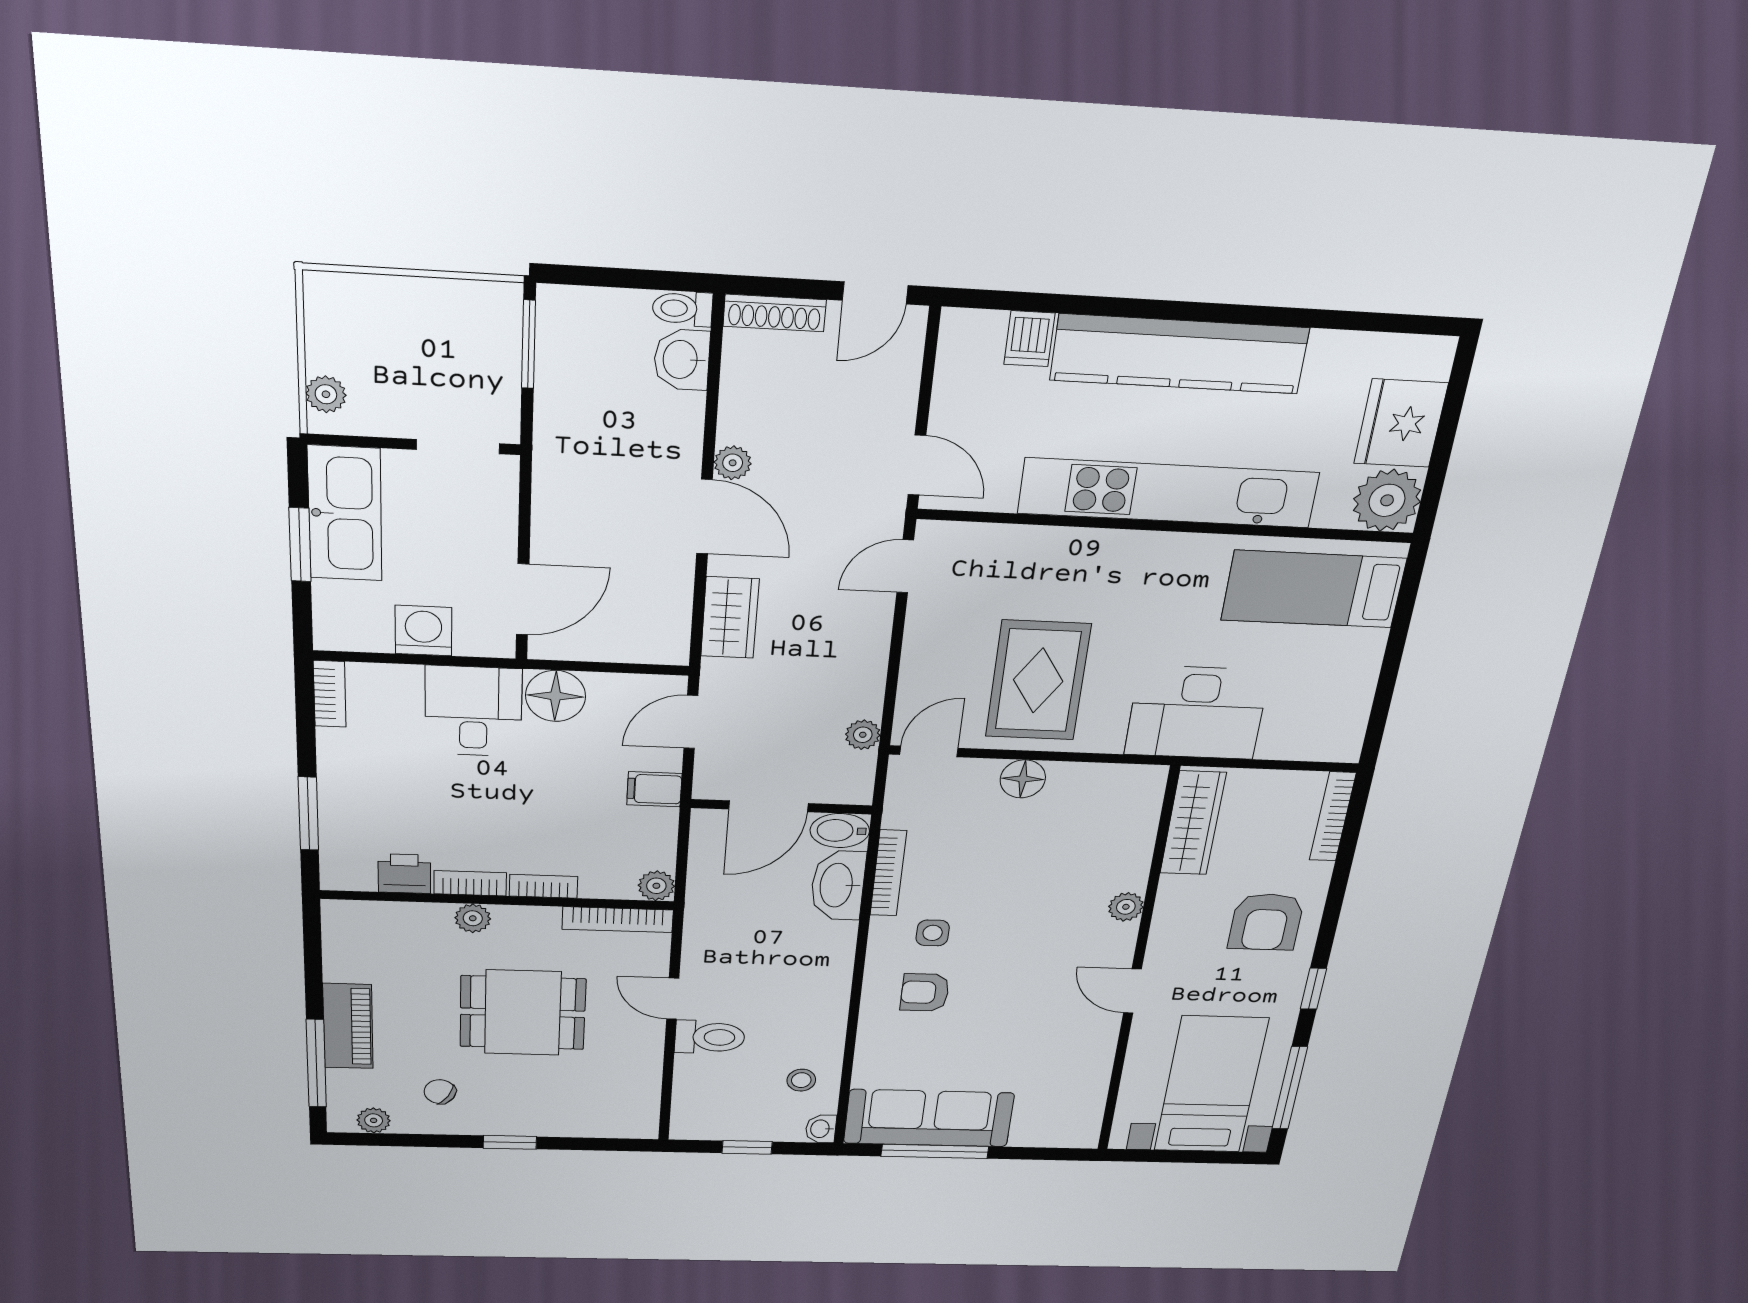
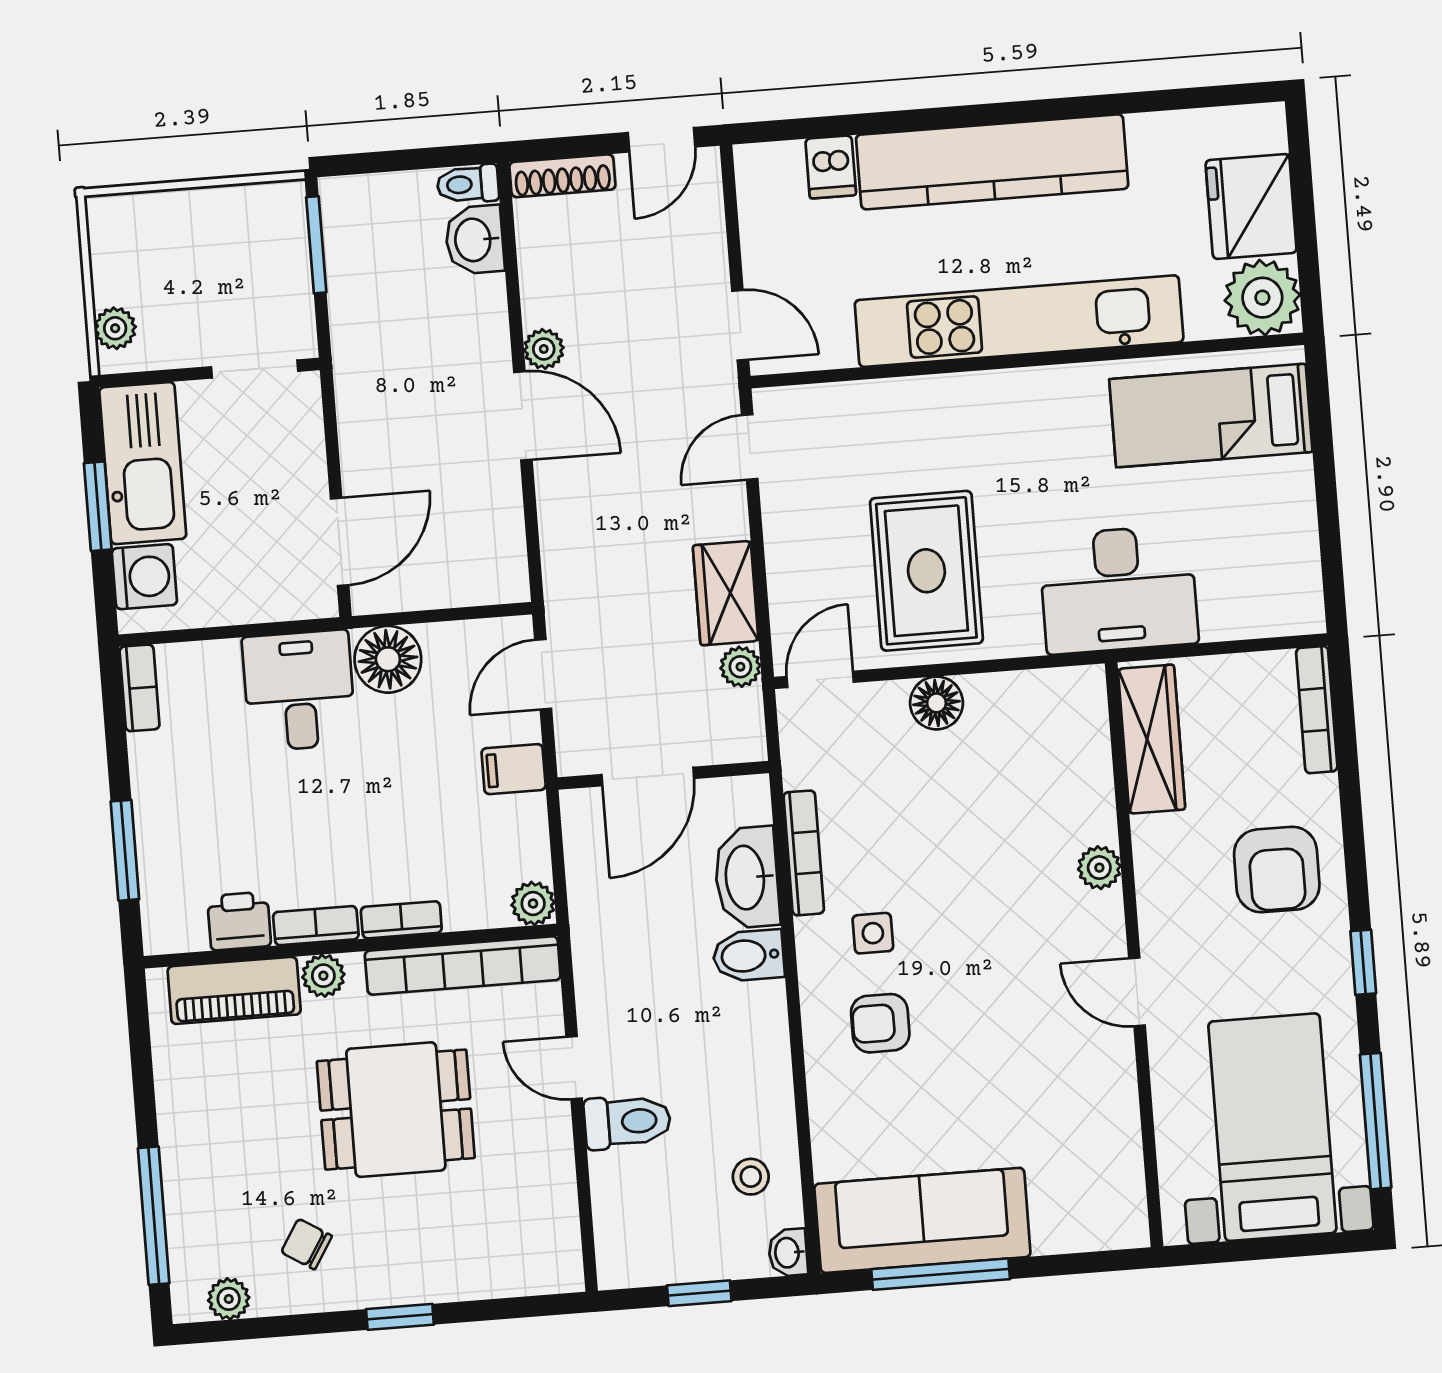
wardrobe: (730, 618) -> (726, 593), moved, turned 180
washing machine: (423, 631) -> (144, 577), moved, turned 90
bidet: (840, 831) -> (748, 956), moved
bookcase: (618, 920) -> (463, 965), width x1.48, depth x1.31
piano: (348, 1026) -> (234, 990), moved, turned 90

